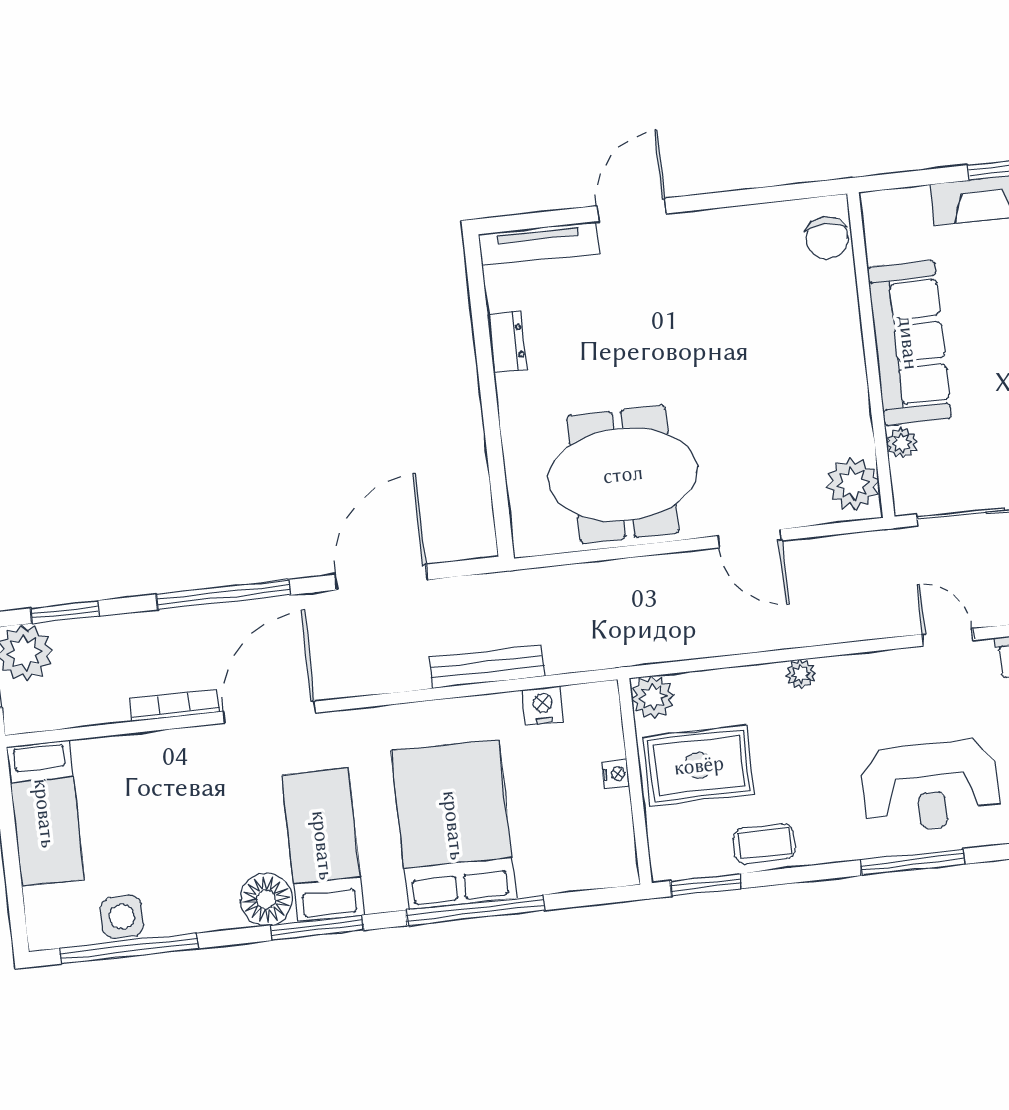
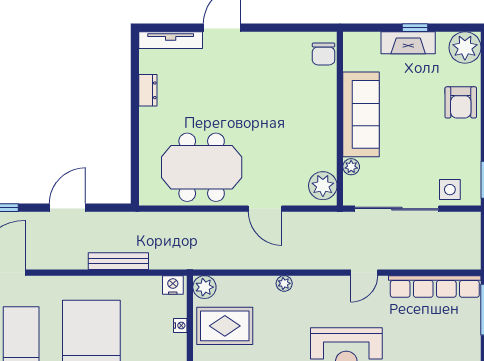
door: (381, 577) -> (67, 208), width x0.73
door: (948, 637) -> (364, 273), swing flipped
nightstand: (543, 706) -> (173, 285), moved

